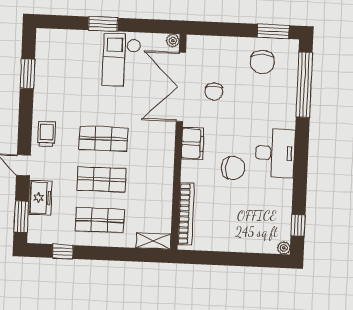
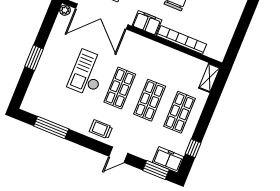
checkout: (121, 60) -> (88, 73), moved, turned 90
window: (27, 74) -> (51, 127), width x1.44
freezer: (40, 198) -> (168, 160), moved
bookcase: (186, 214) -> (182, 40), moved

